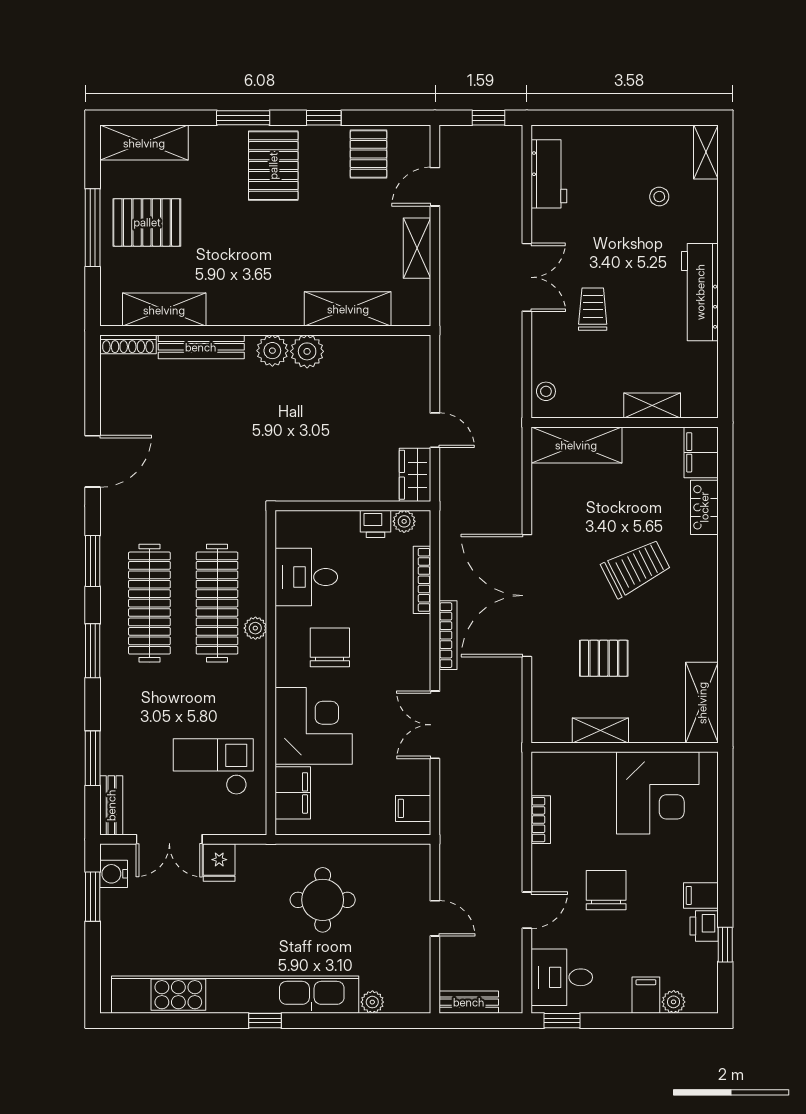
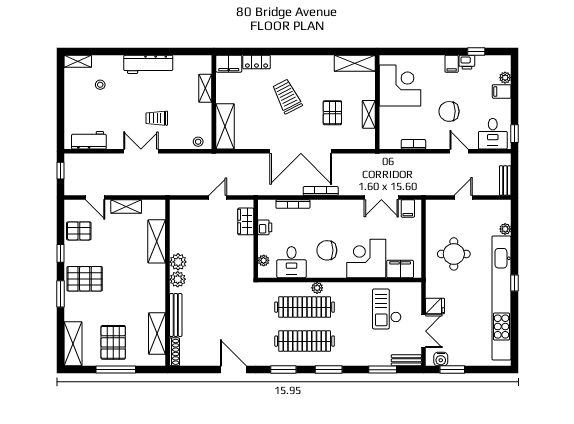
wardrobe: (415, 475) -> (246, 221), moved, turned 90
plant: (404, 521) -> (264, 260), moved
double door: (435, 725) -> (381, 198), moved

